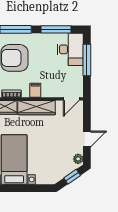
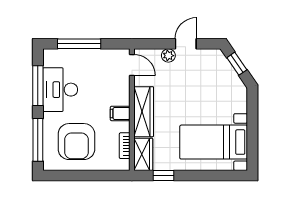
desk: (70, 49) -> (60, 90), moved, turned -90
door: (87, 139) -> (186, 44), hinge flipped
plant: (78, 159) -> (168, 56), moved

